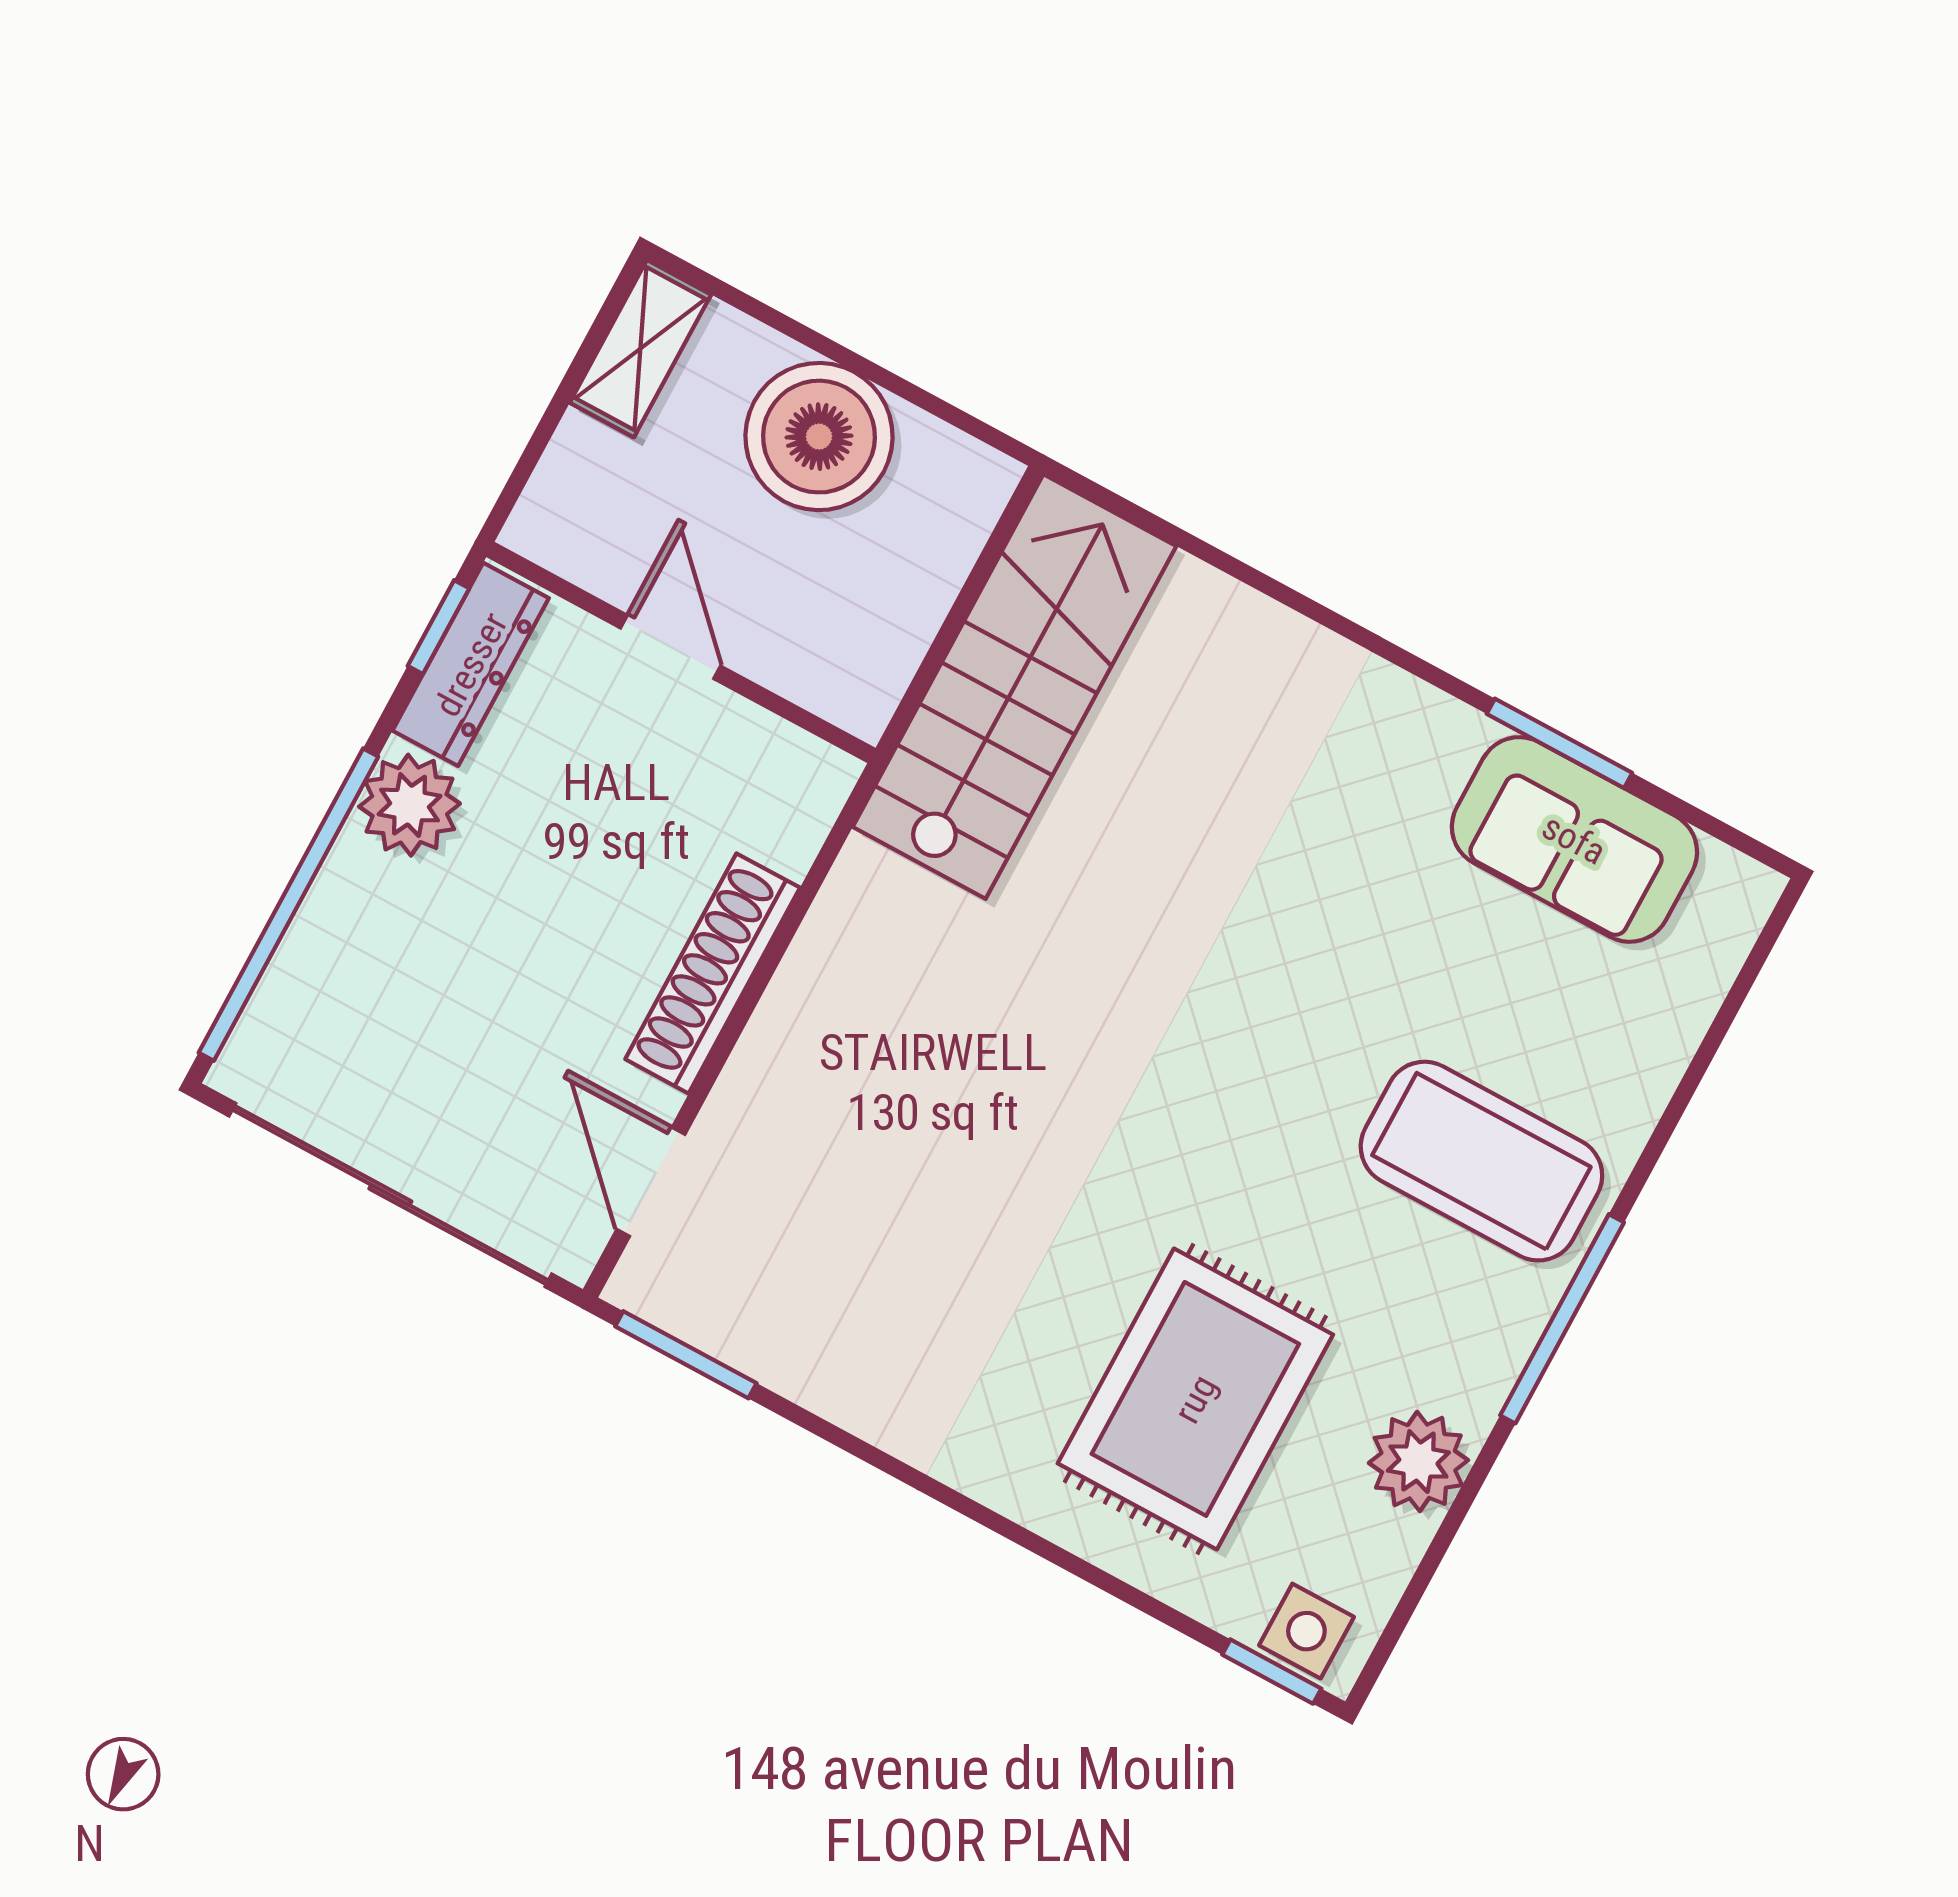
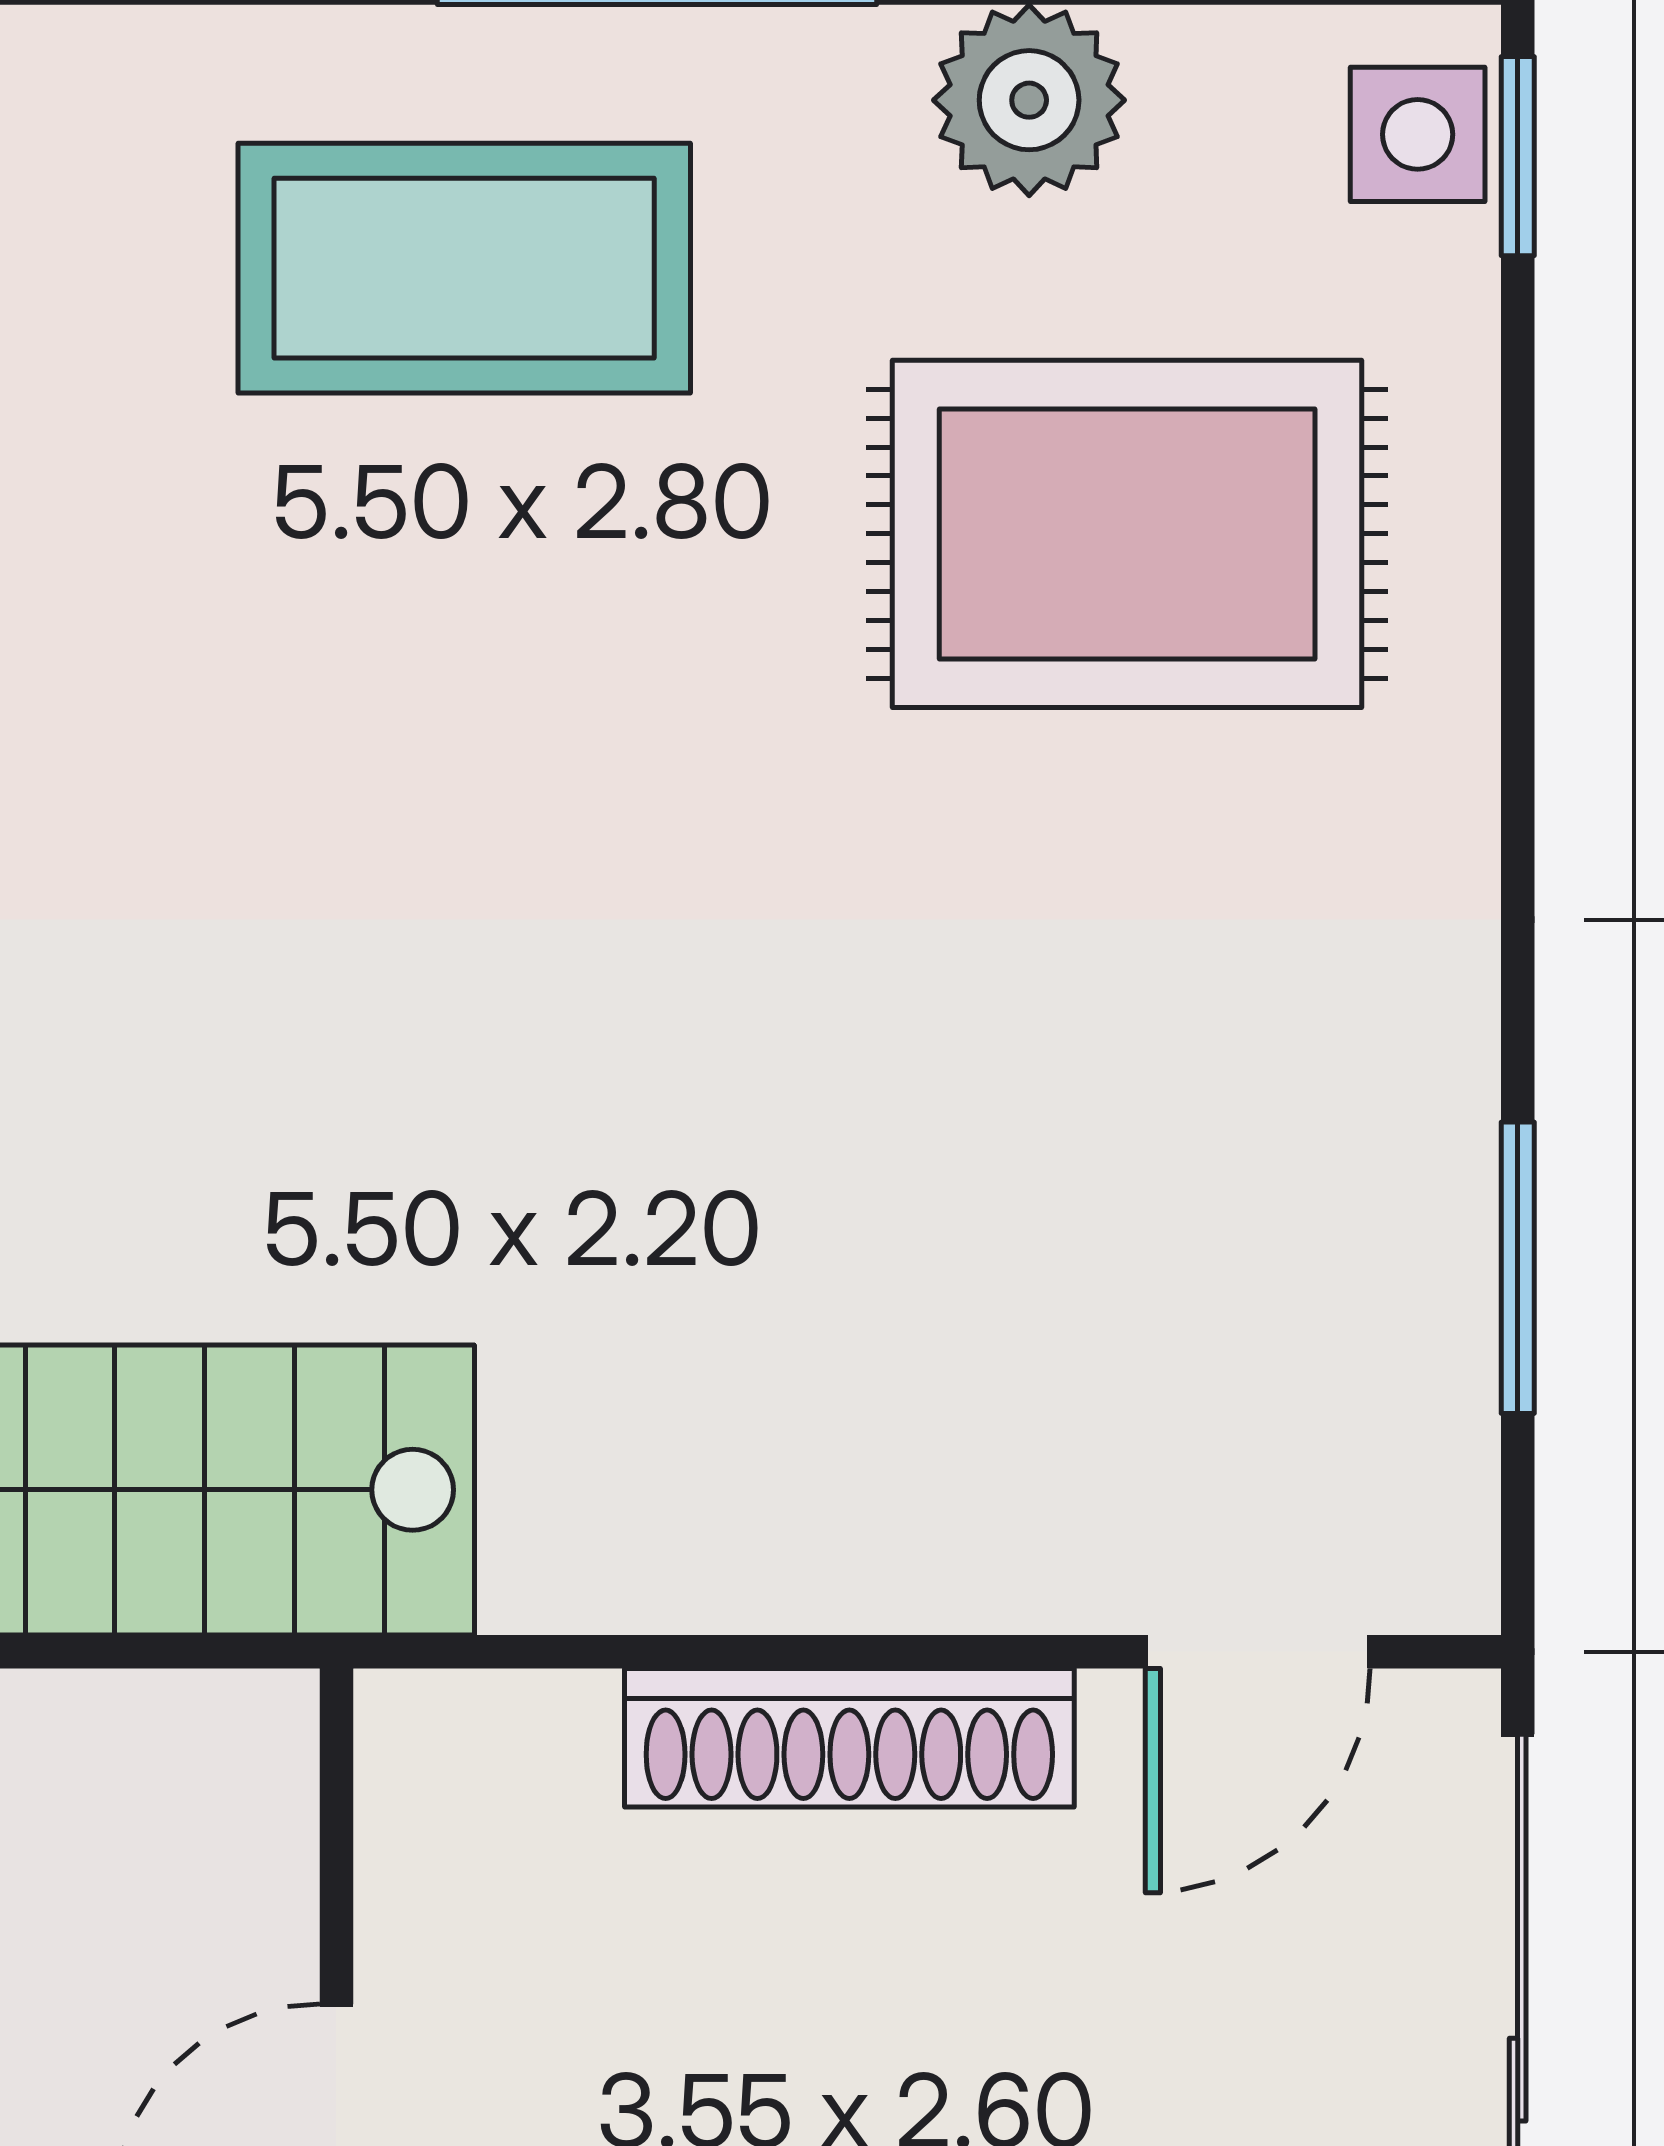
coffee table: (1481, 1161) -> (464, 268), turned 90
window: (686, 1355) -> (1518, 1268), moved

